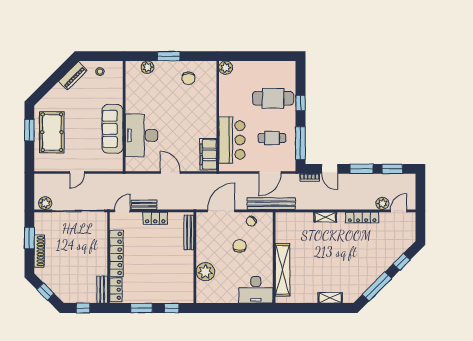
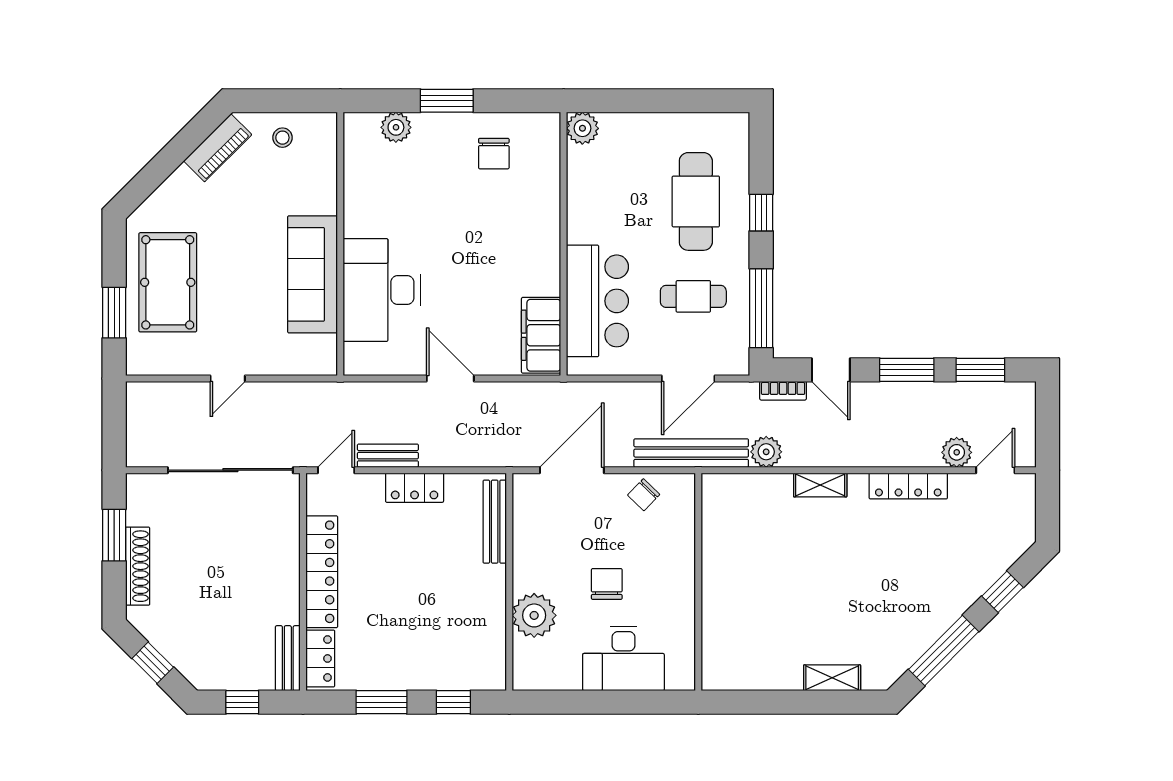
cafe table: (273, 98) -> (696, 201), turned 90
window: (29, 130) -> (114, 313), moved
plant: (45, 203) -> (766, 452), moved
chair: (240, 246) -> (607, 584), moved
shelving: (282, 270) -> (718, 611), removed
desk: (256, 290) -> (623, 659), moved

